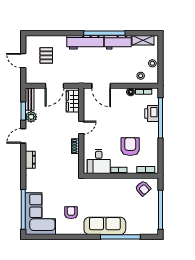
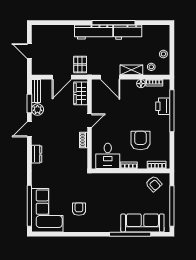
shelving: (143, 40) -> (131, 70), moved
pallet: (46, 55) -> (80, 64), moved
sofa: (105, 226) -> (142, 223), moved

